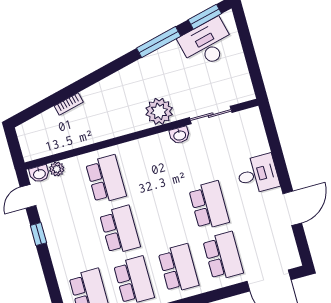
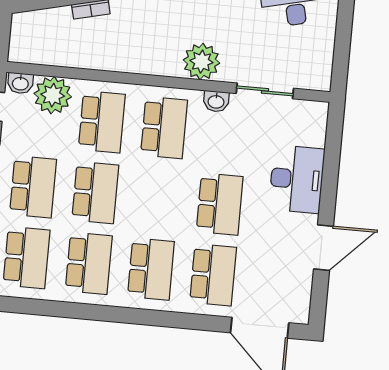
school desk: (150, 167) -> (164, 128), added
plant: (57, 169) -> (53, 95), width x1.88, depth x1.88
desk: (258, 174) -> (297, 179), width x1.37
school desk: (75, 242) -> (33, 187), added

